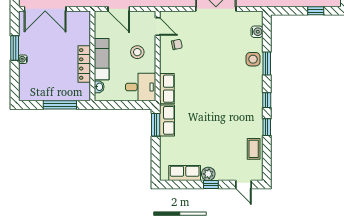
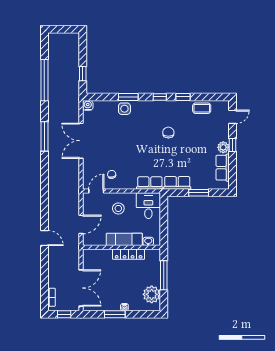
window: (316, 11) -> (83, 74), moved
water cooler: (257, 32) -> (88, 105), moved
plant: (38, 91) -> (152, 294), added
chair: (225, 110) -> (168, 132), added
window: (156, 125) -> (199, 193), moved

